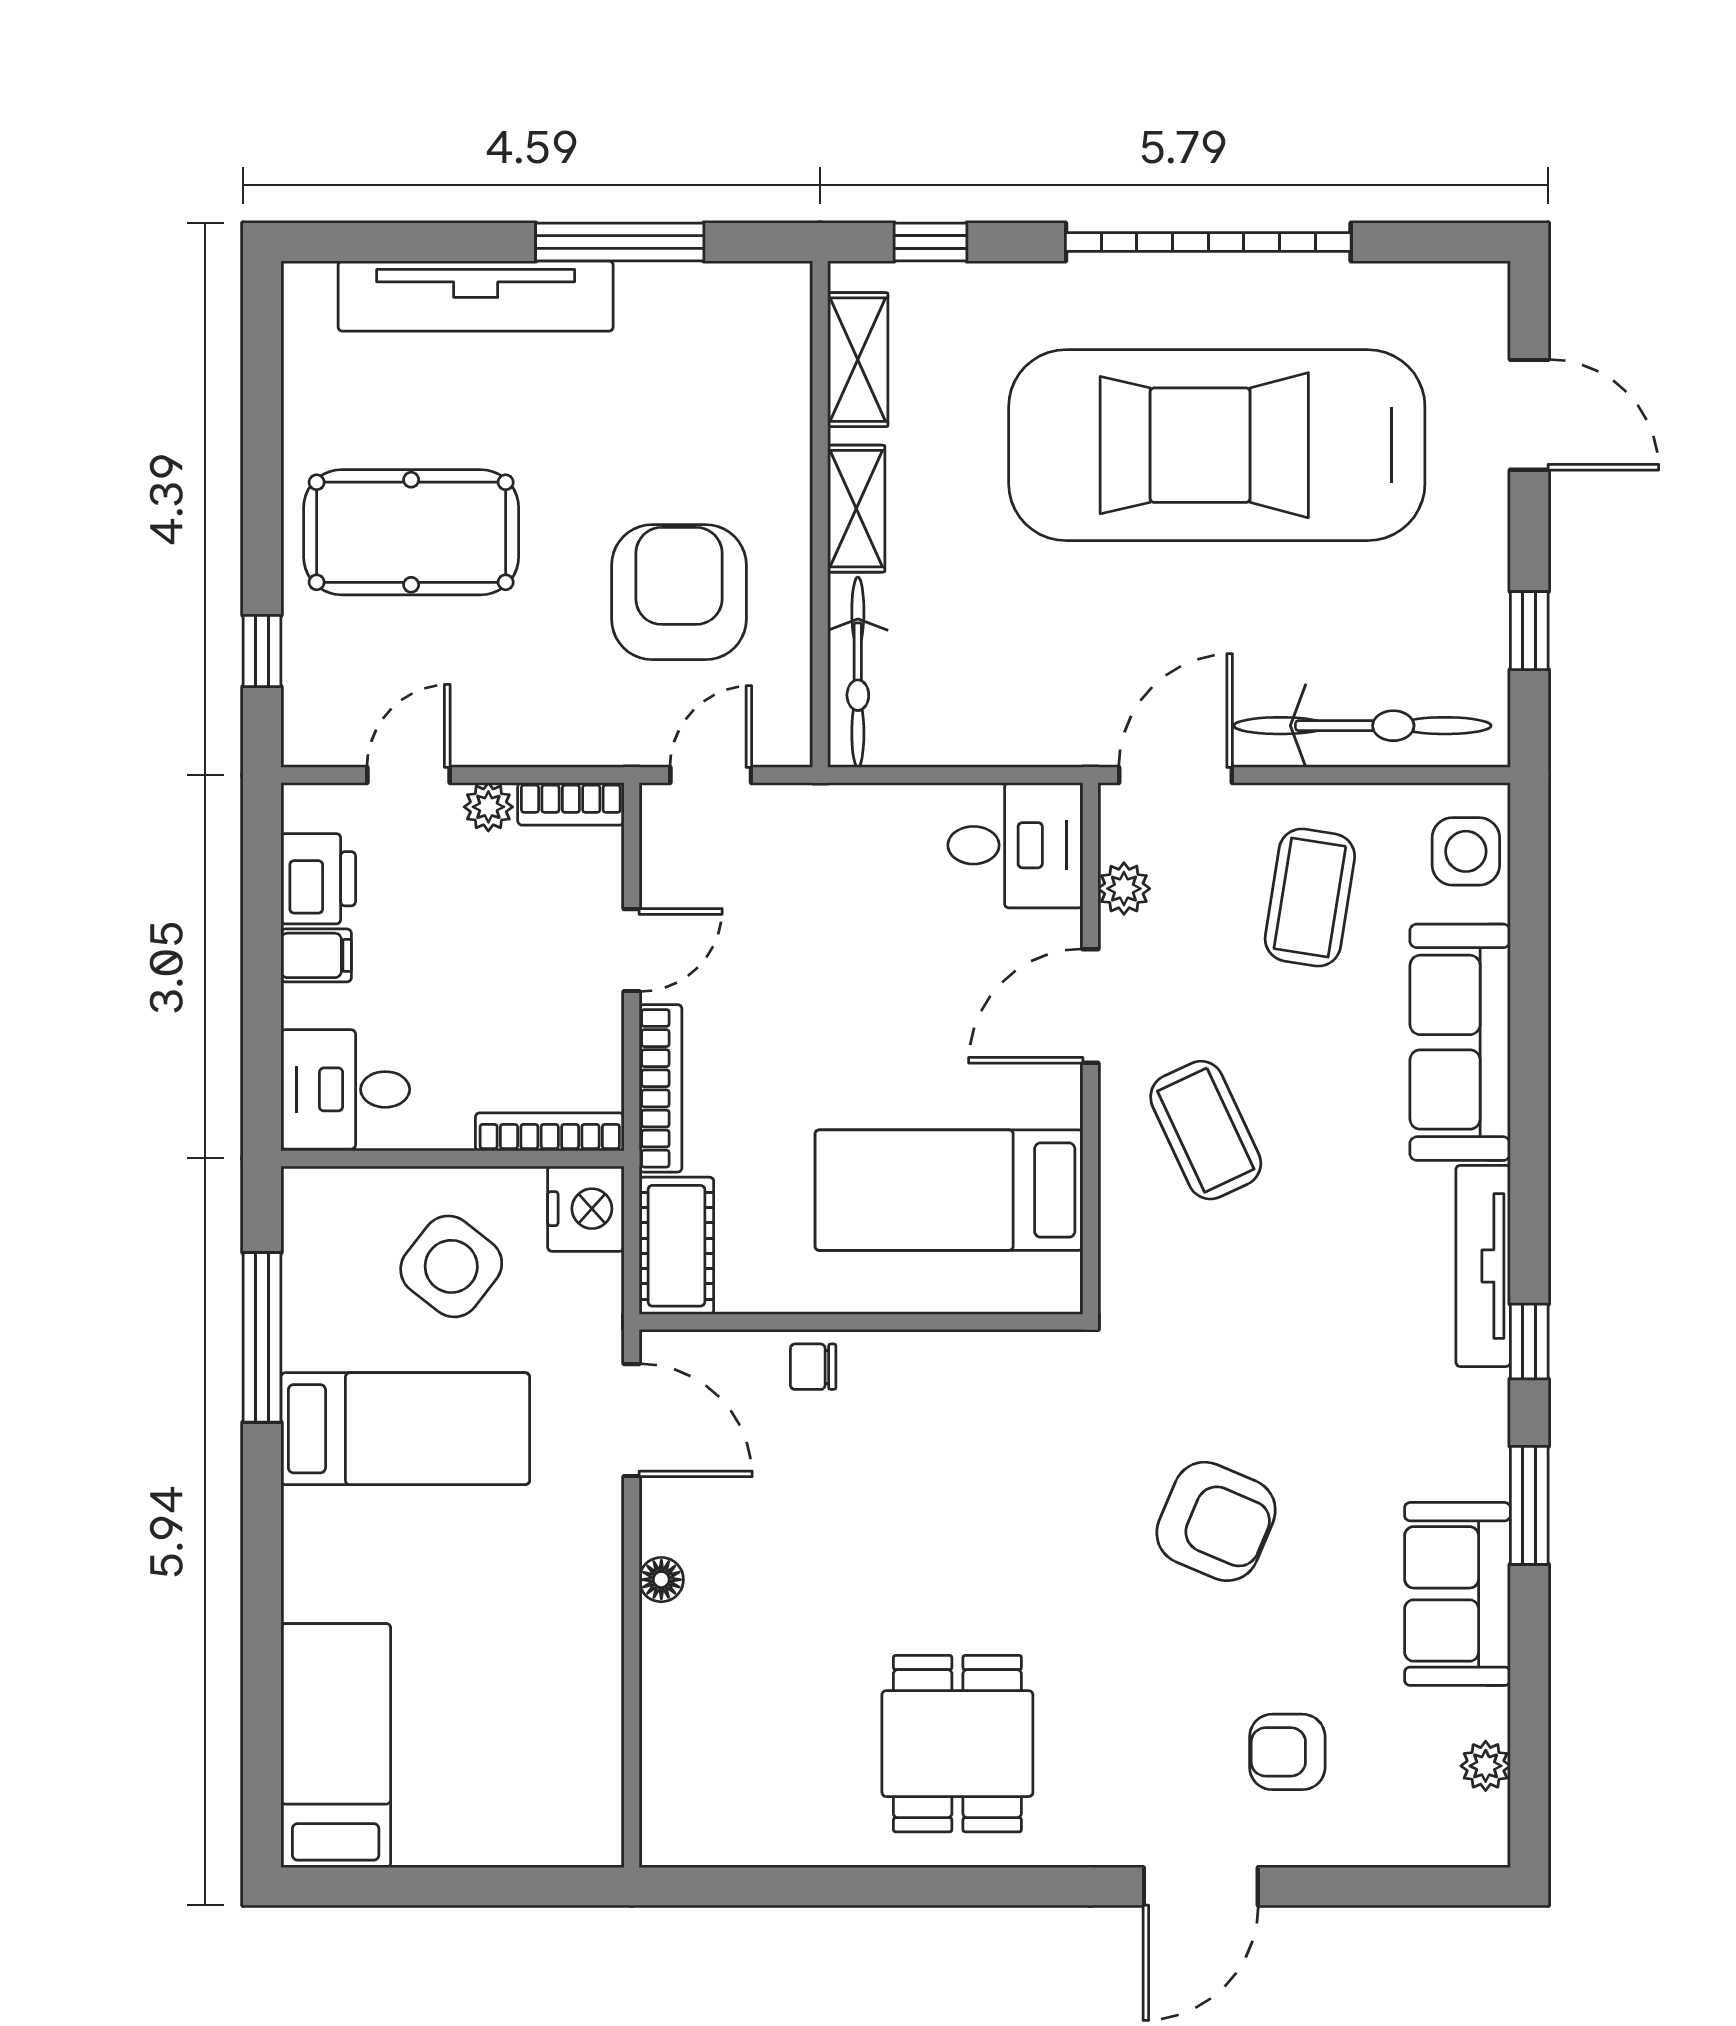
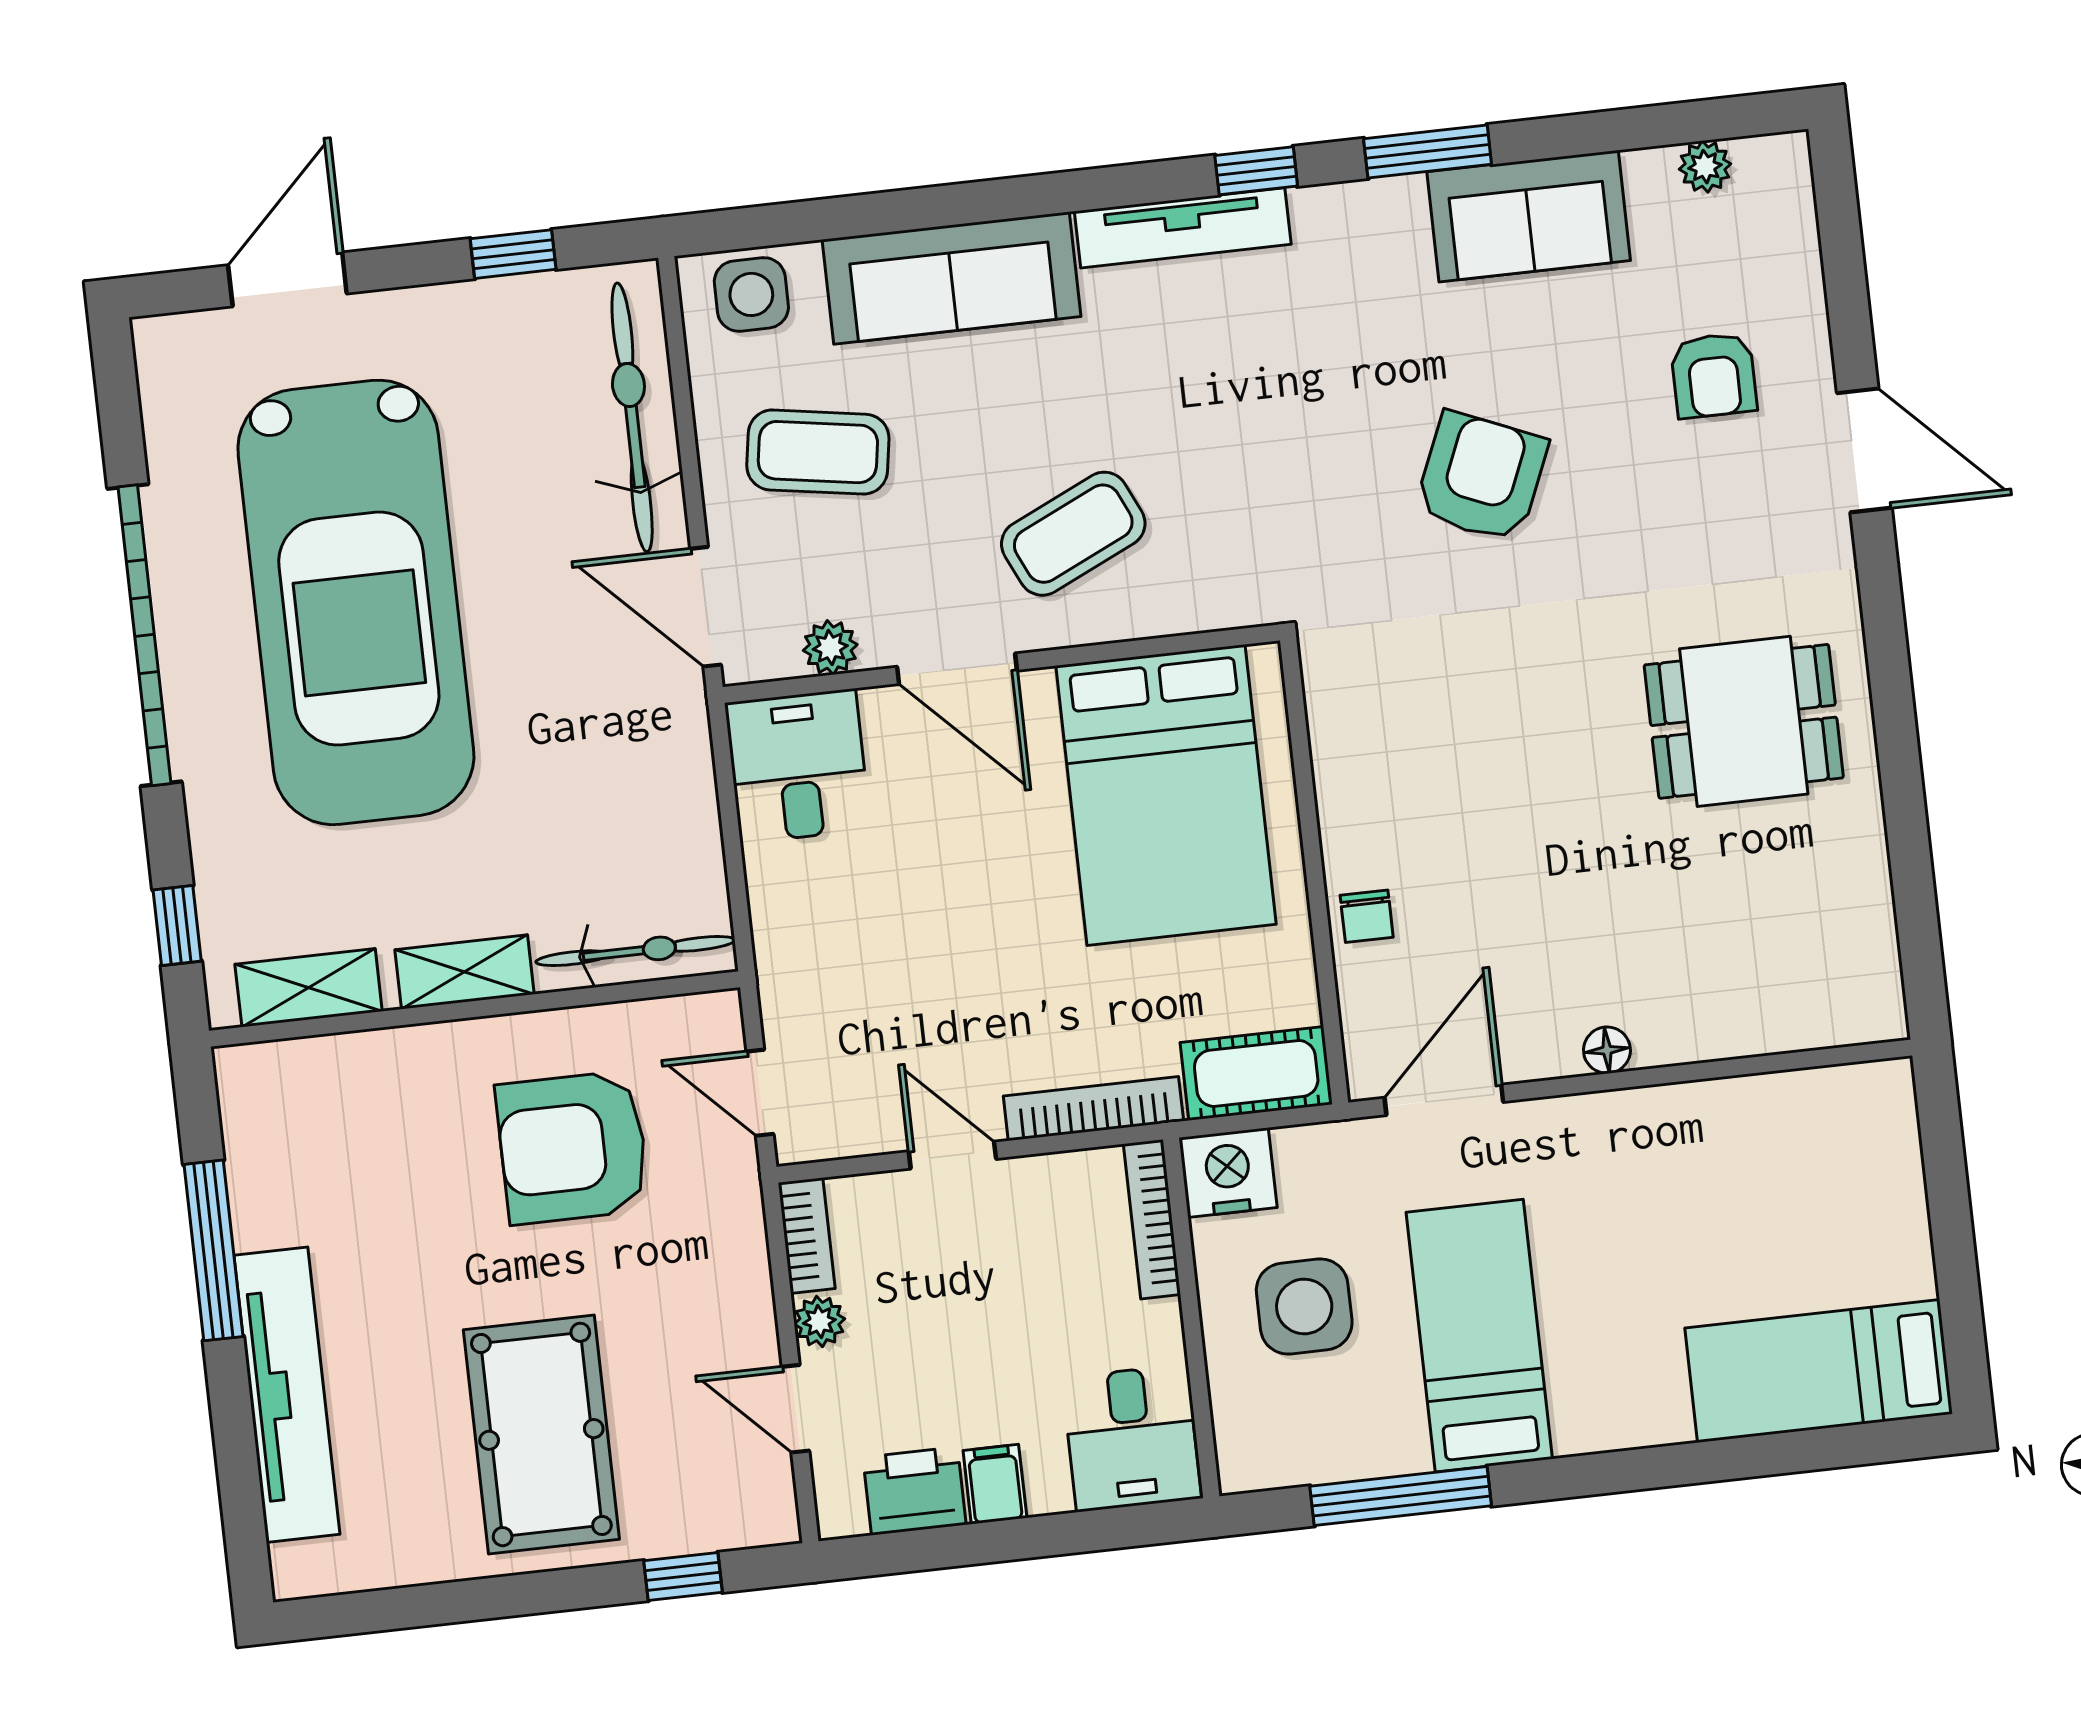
bed: (949, 1190) -> (1166, 795), width x1.50
side table: (451, 1266) -> (1304, 1306), turned -38

